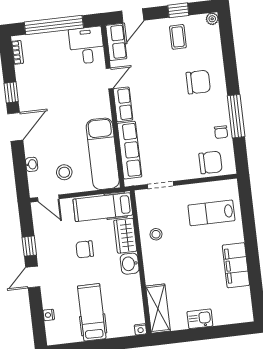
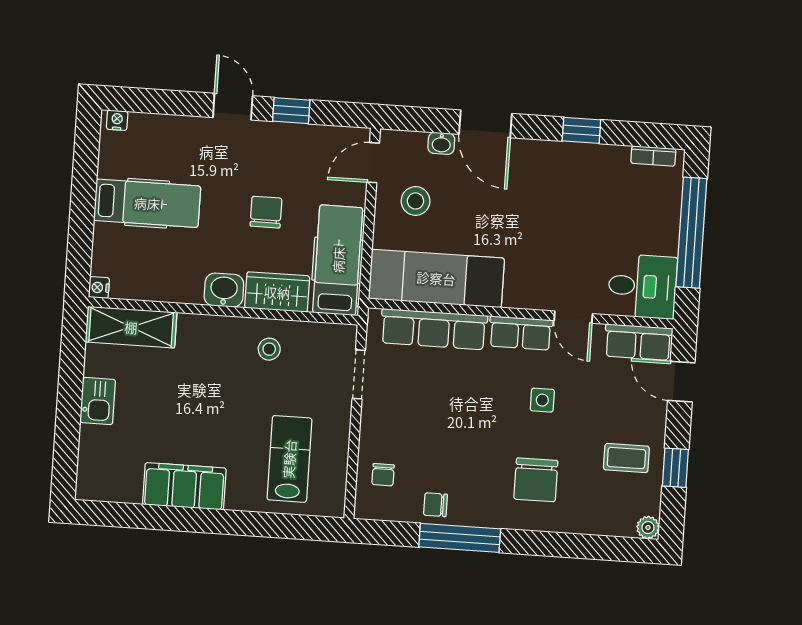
side table: (156, 87) -> (542, 400), added
door: (15, 127) -> (485, 124), moved
chair: (210, 162) -> (383, 475), width x0.54, depth x0.54
nightstand: (49, 315) -> (117, 120), moved

